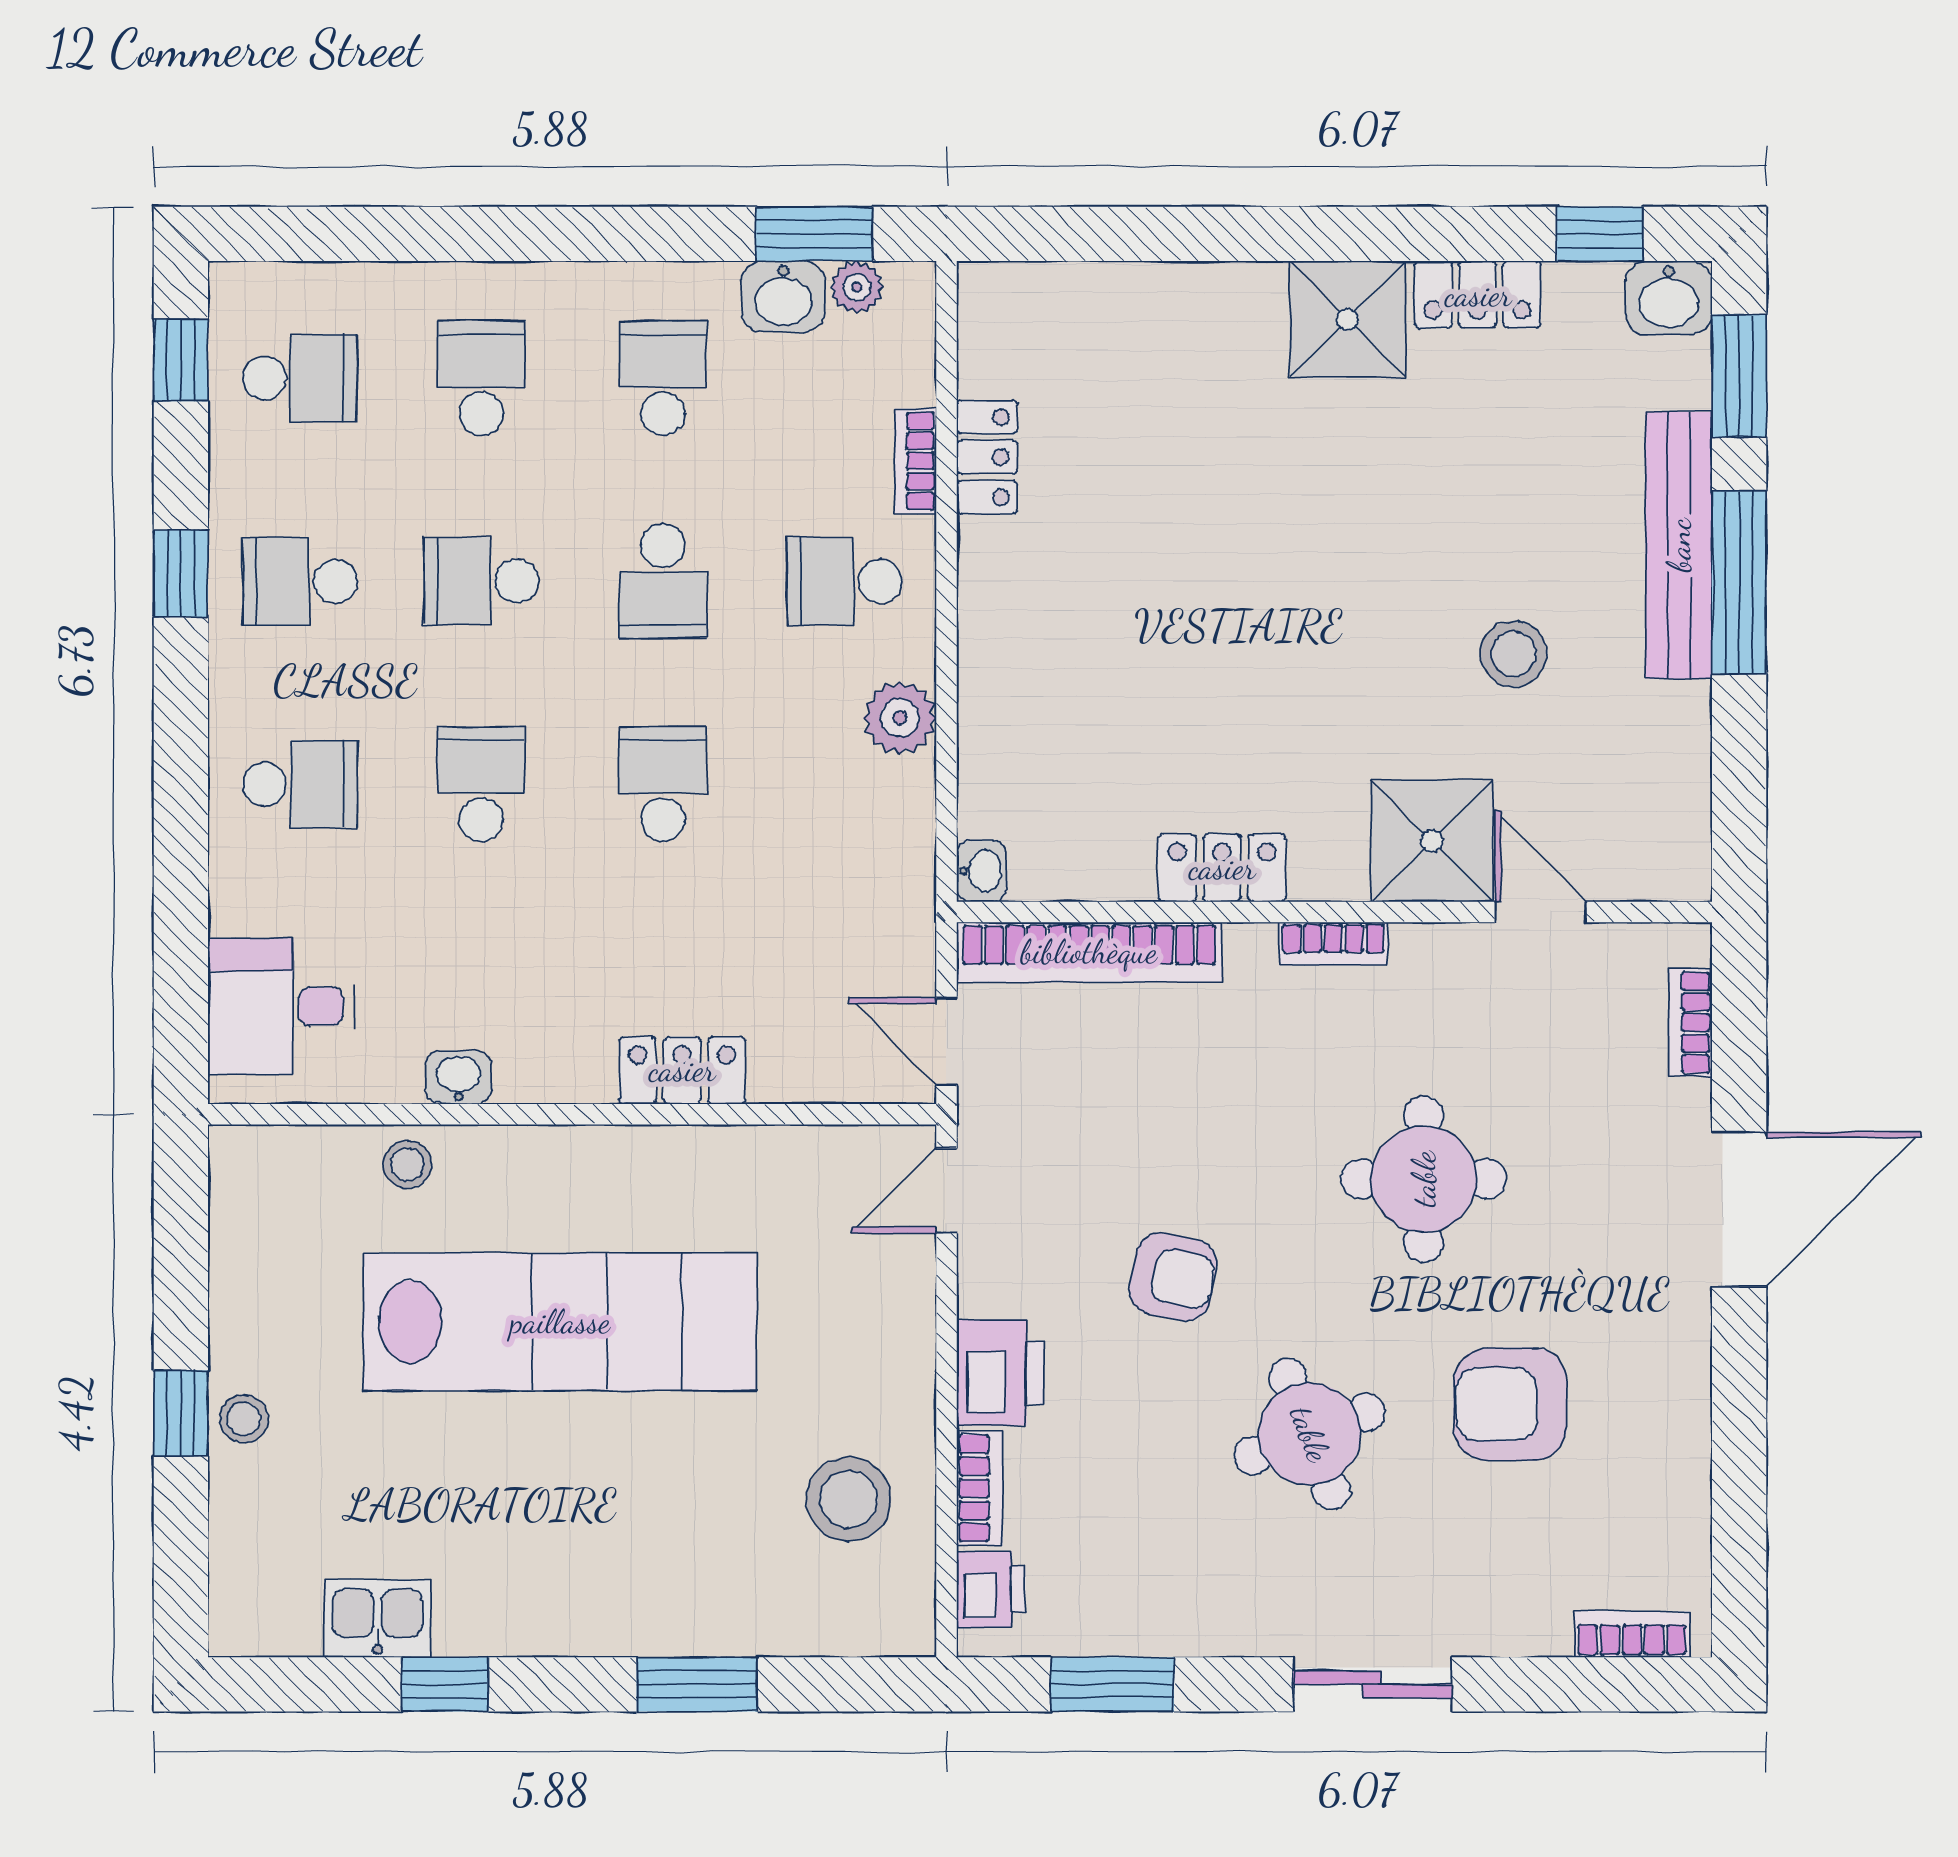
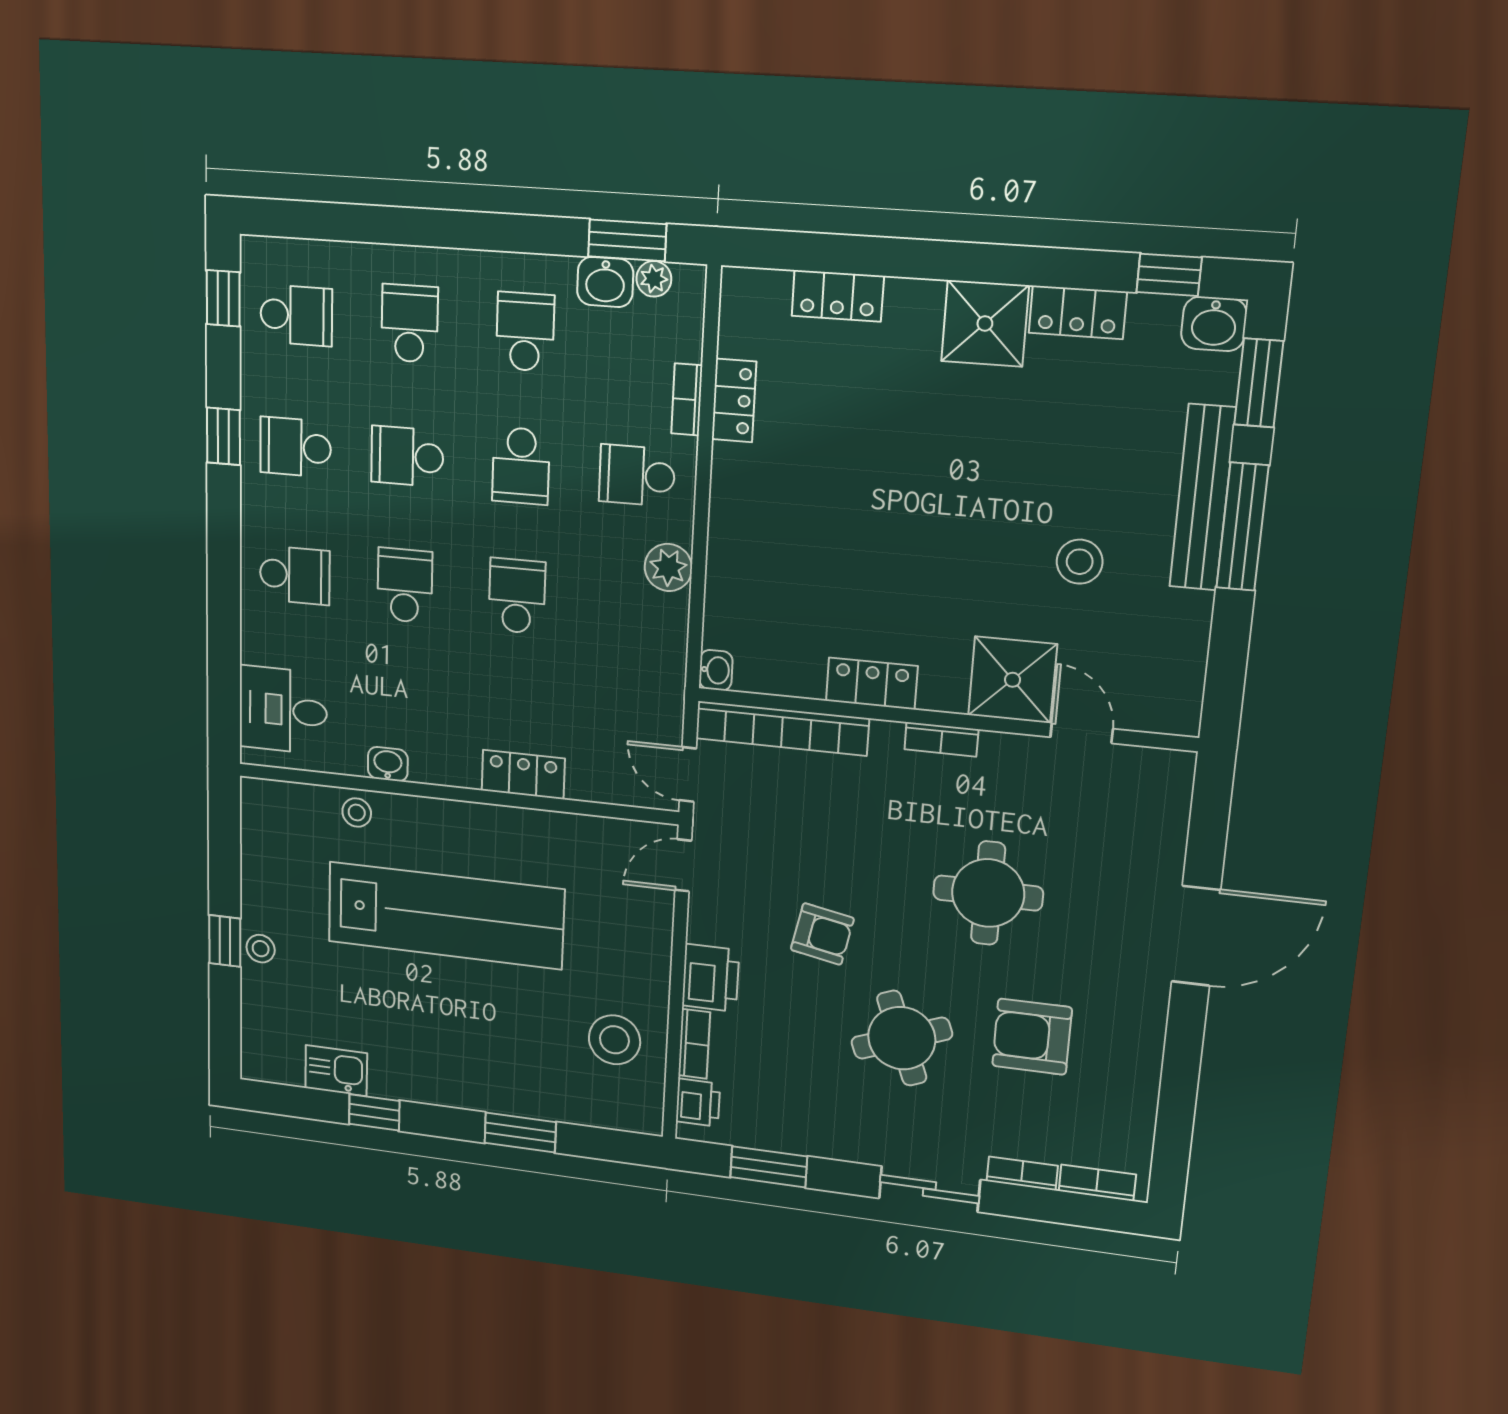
locker: (1131, 294) -> (838, 296), added
bookcase: (1691, 1023) -> (1022, 1173), moved, turned 90

